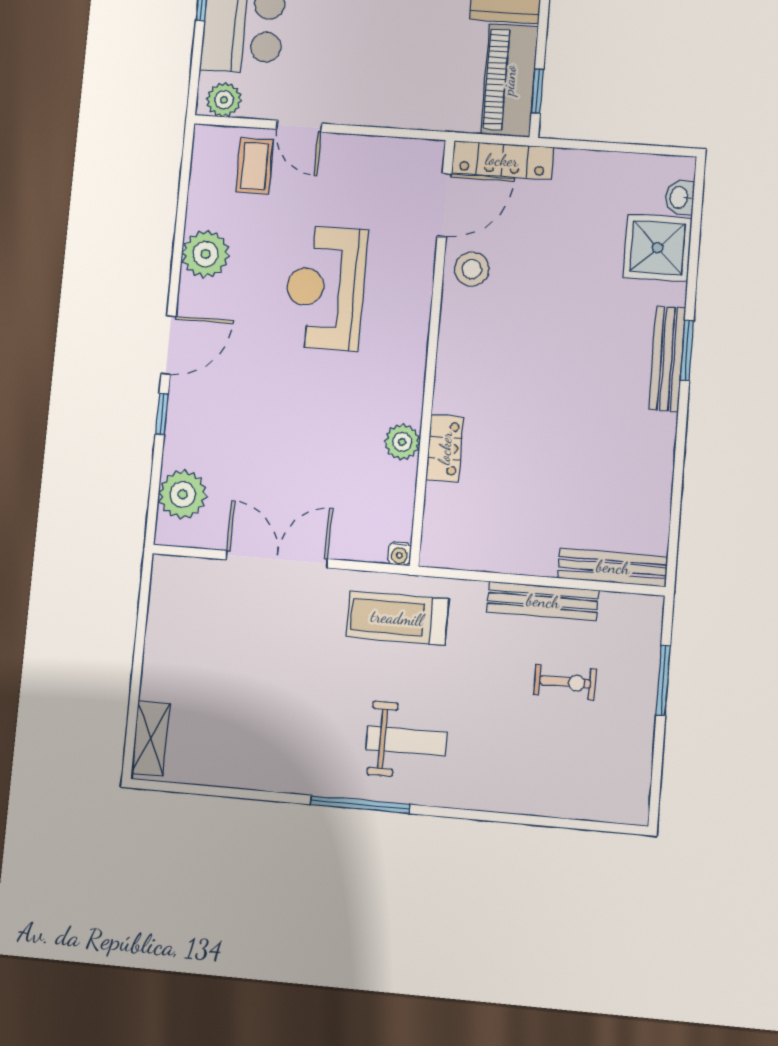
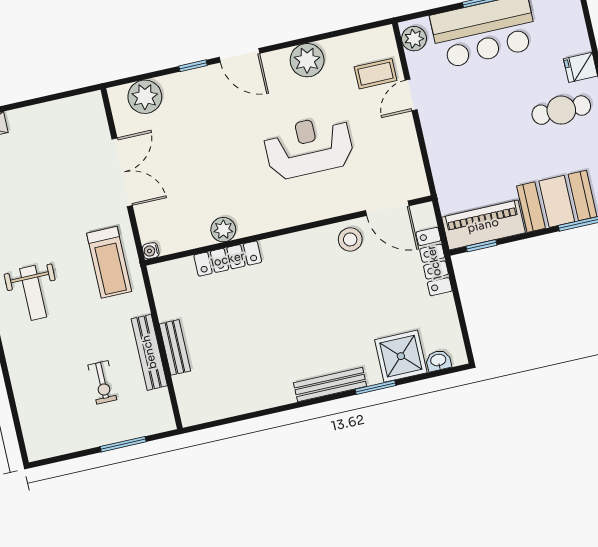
locker: (502, 160) -> (434, 262), moved
window: (687, 351) -> (375, 387), moved
locker: (445, 448) -> (228, 259), width x1.53
bench: (613, 567) -> (175, 347), moved, width x0.73
treadmill: (397, 618) -> (109, 262), turned 180

